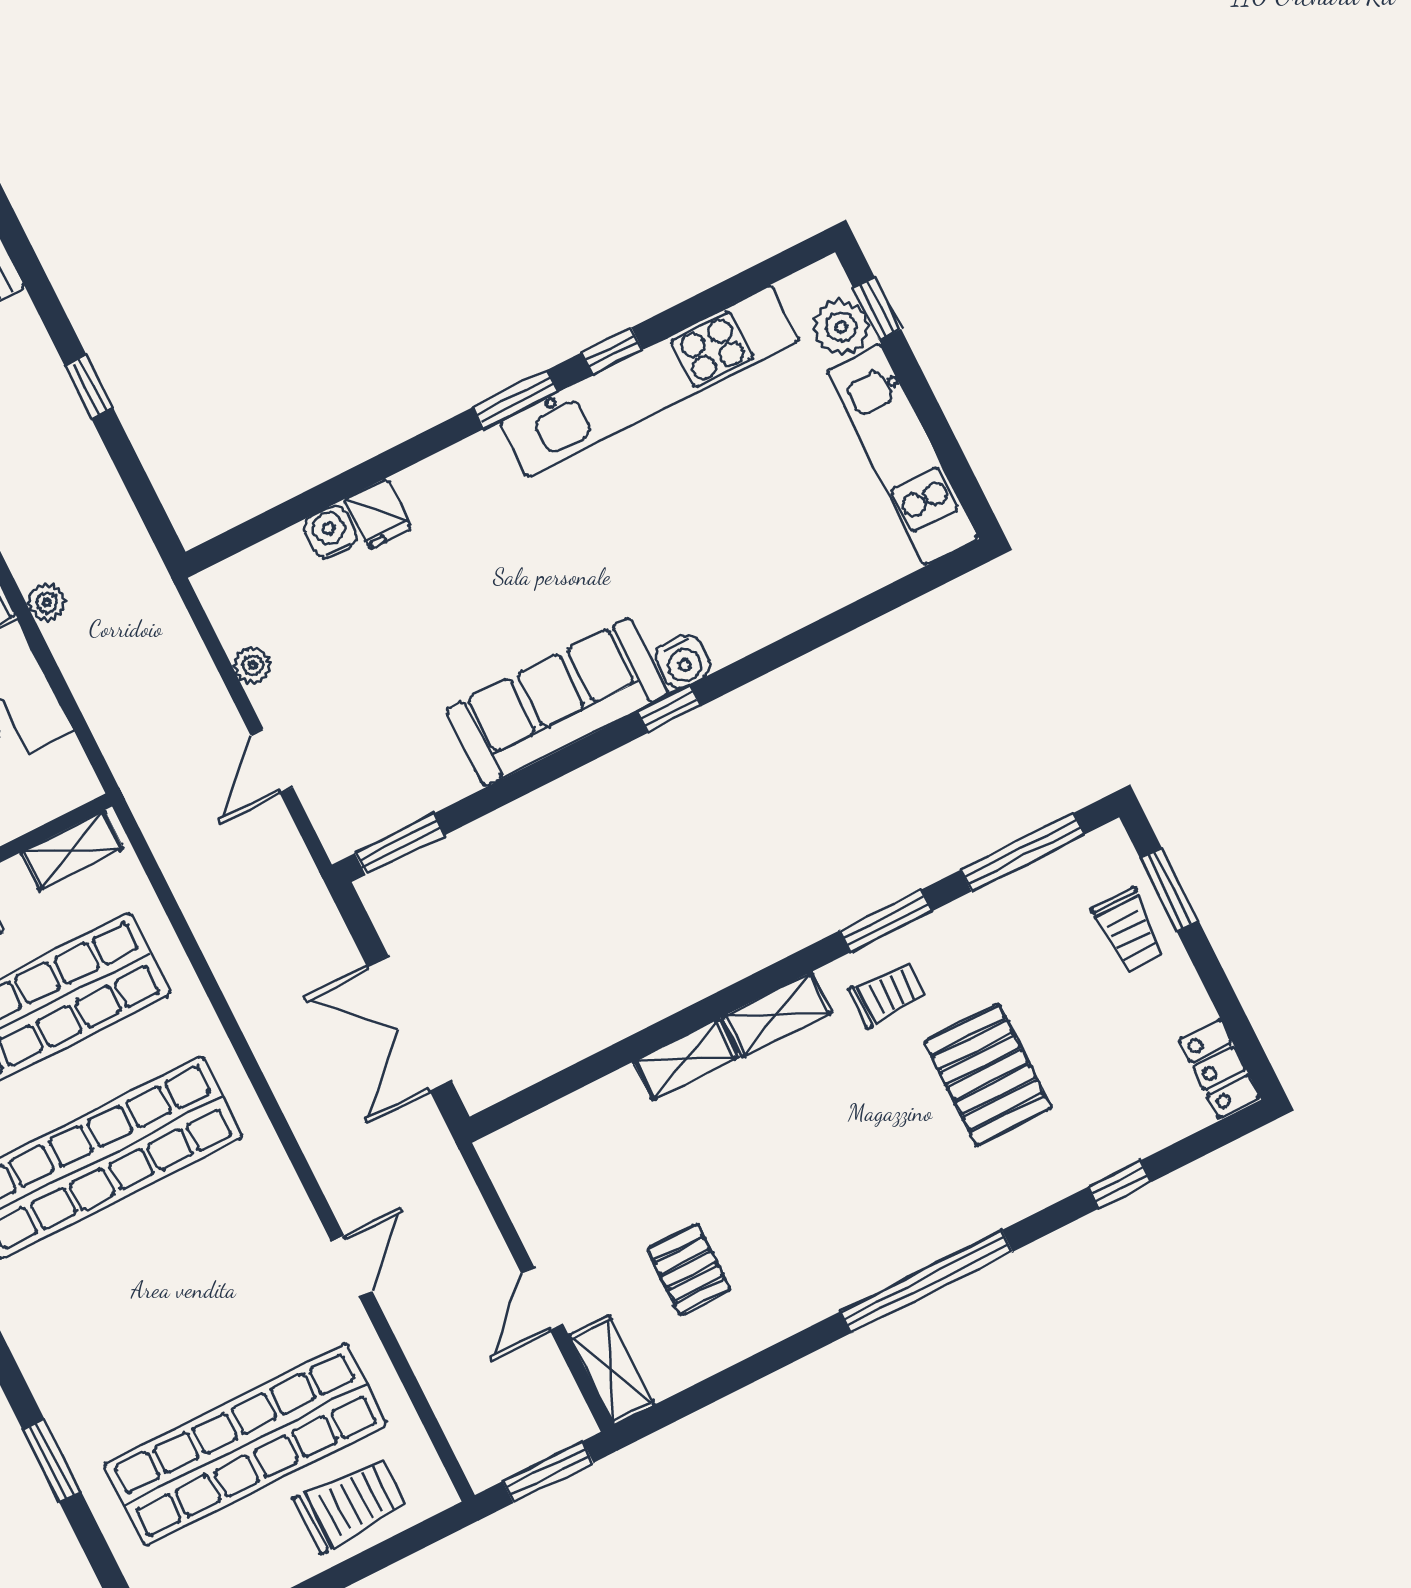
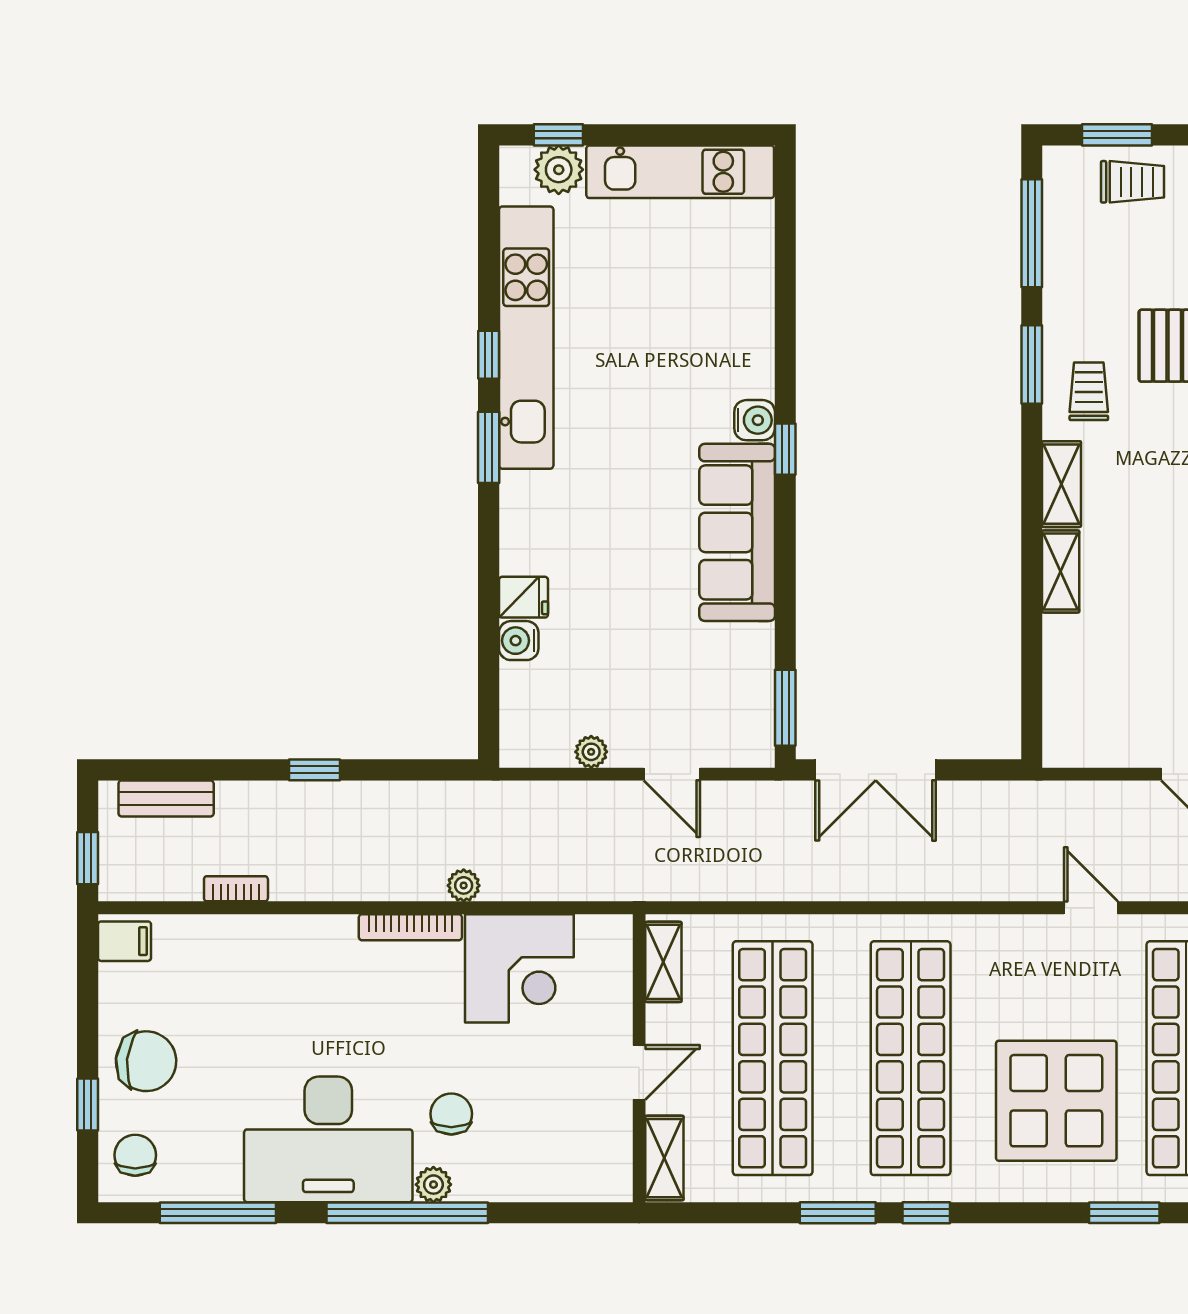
double door: (409, 1024) -> (876, 770), moved
display table: (133, 1332) -> (1056, 1101), added

